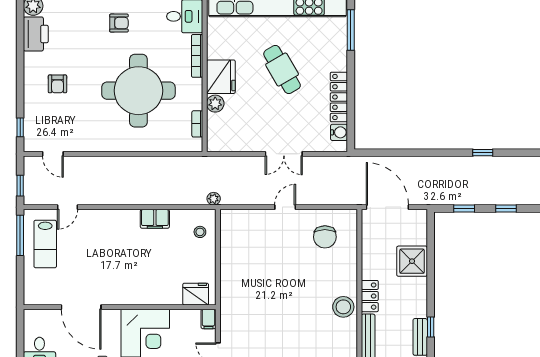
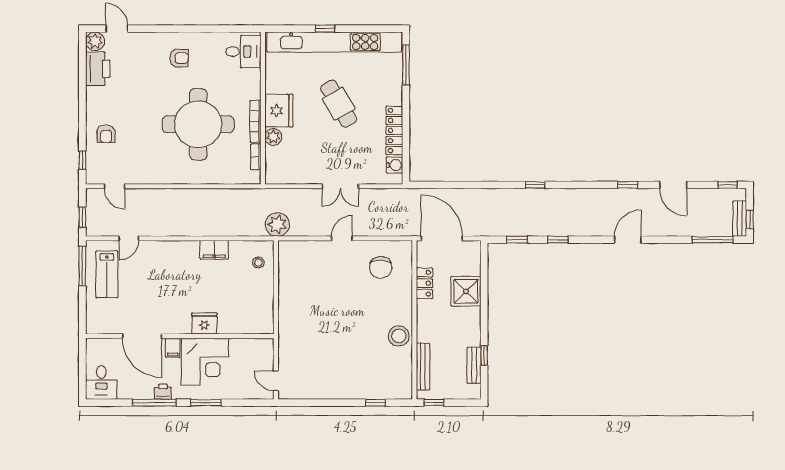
bookcase: (197, 56) -> (256, 121), moved
armchair: (57, 84) -> (106, 134), moved
plant: (214, 199) -> (277, 224), width x1.88, depth x1.88
fridge: (196, 294) -> (204, 323), moved
locker: (370, 296) -> (425, 283), moved
filing cabinet: (208, 319) -> (173, 348), moved

